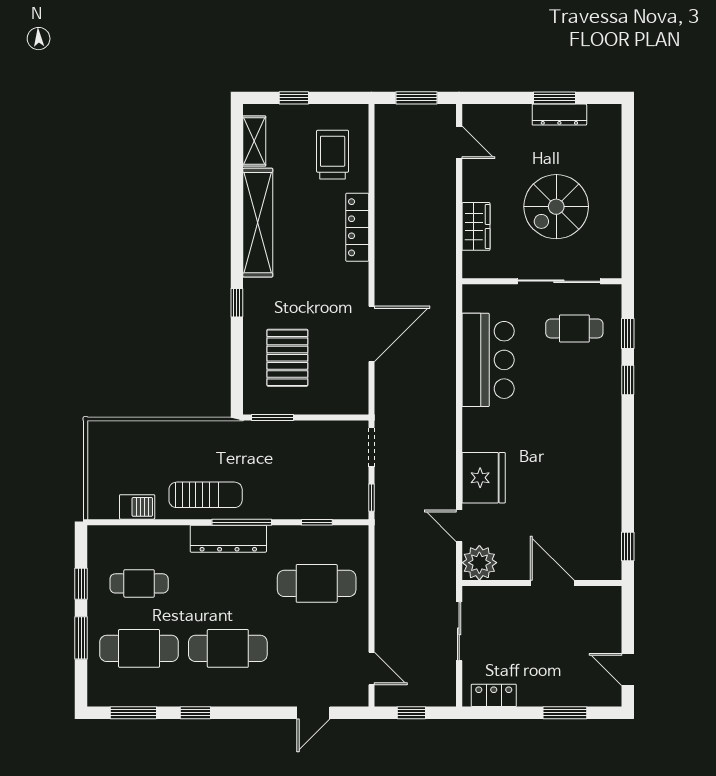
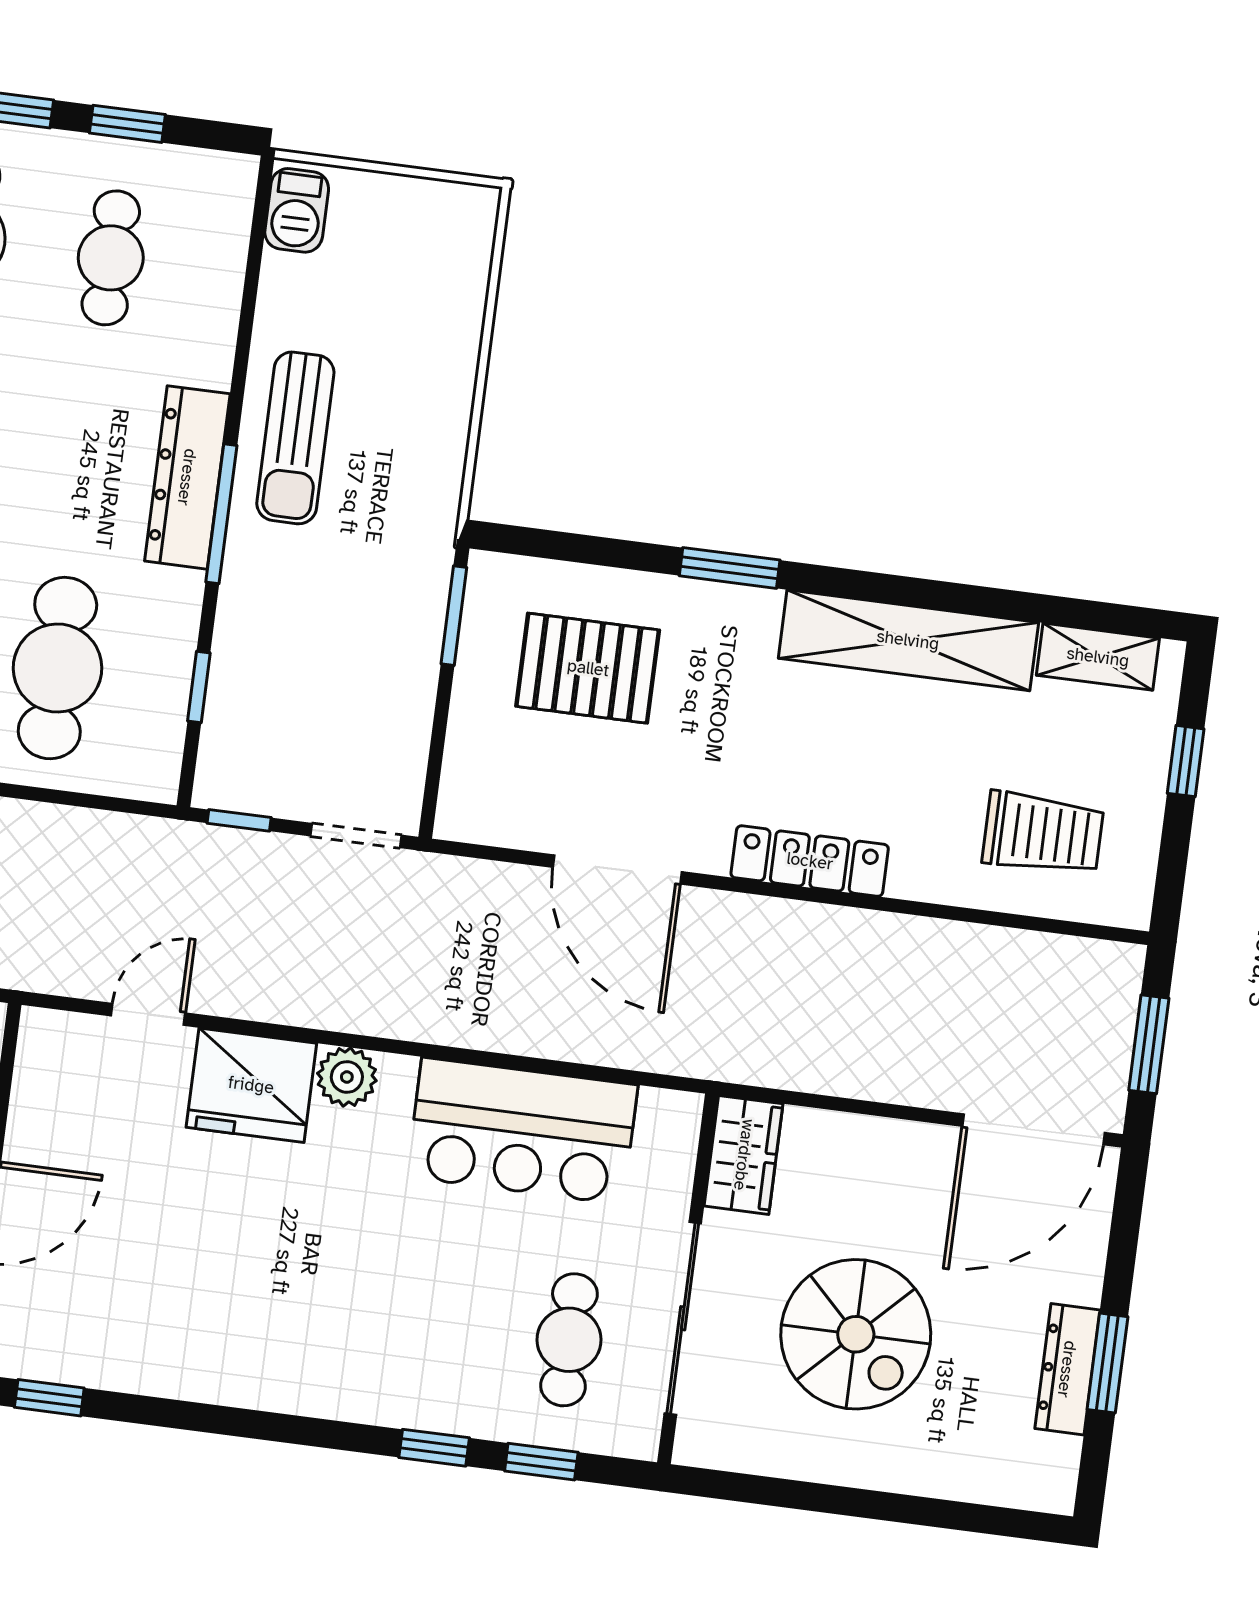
door: (459, 142) -> (1033, 1129), width x1.88
spiral stairs: (556, 207) -> (856, 1334), turned 180
wardrobe: (476, 226) -> (744, 1155), moved, turned -90
locker: (357, 227) -> (810, 861), moved
window: (237, 303) -> (730, 568), width x1.50
barbecue: (137, 507) -> (297, 210), moved
plant: (479, 563) -> (347, 1077), moved, width x0.73, depth x0.73

